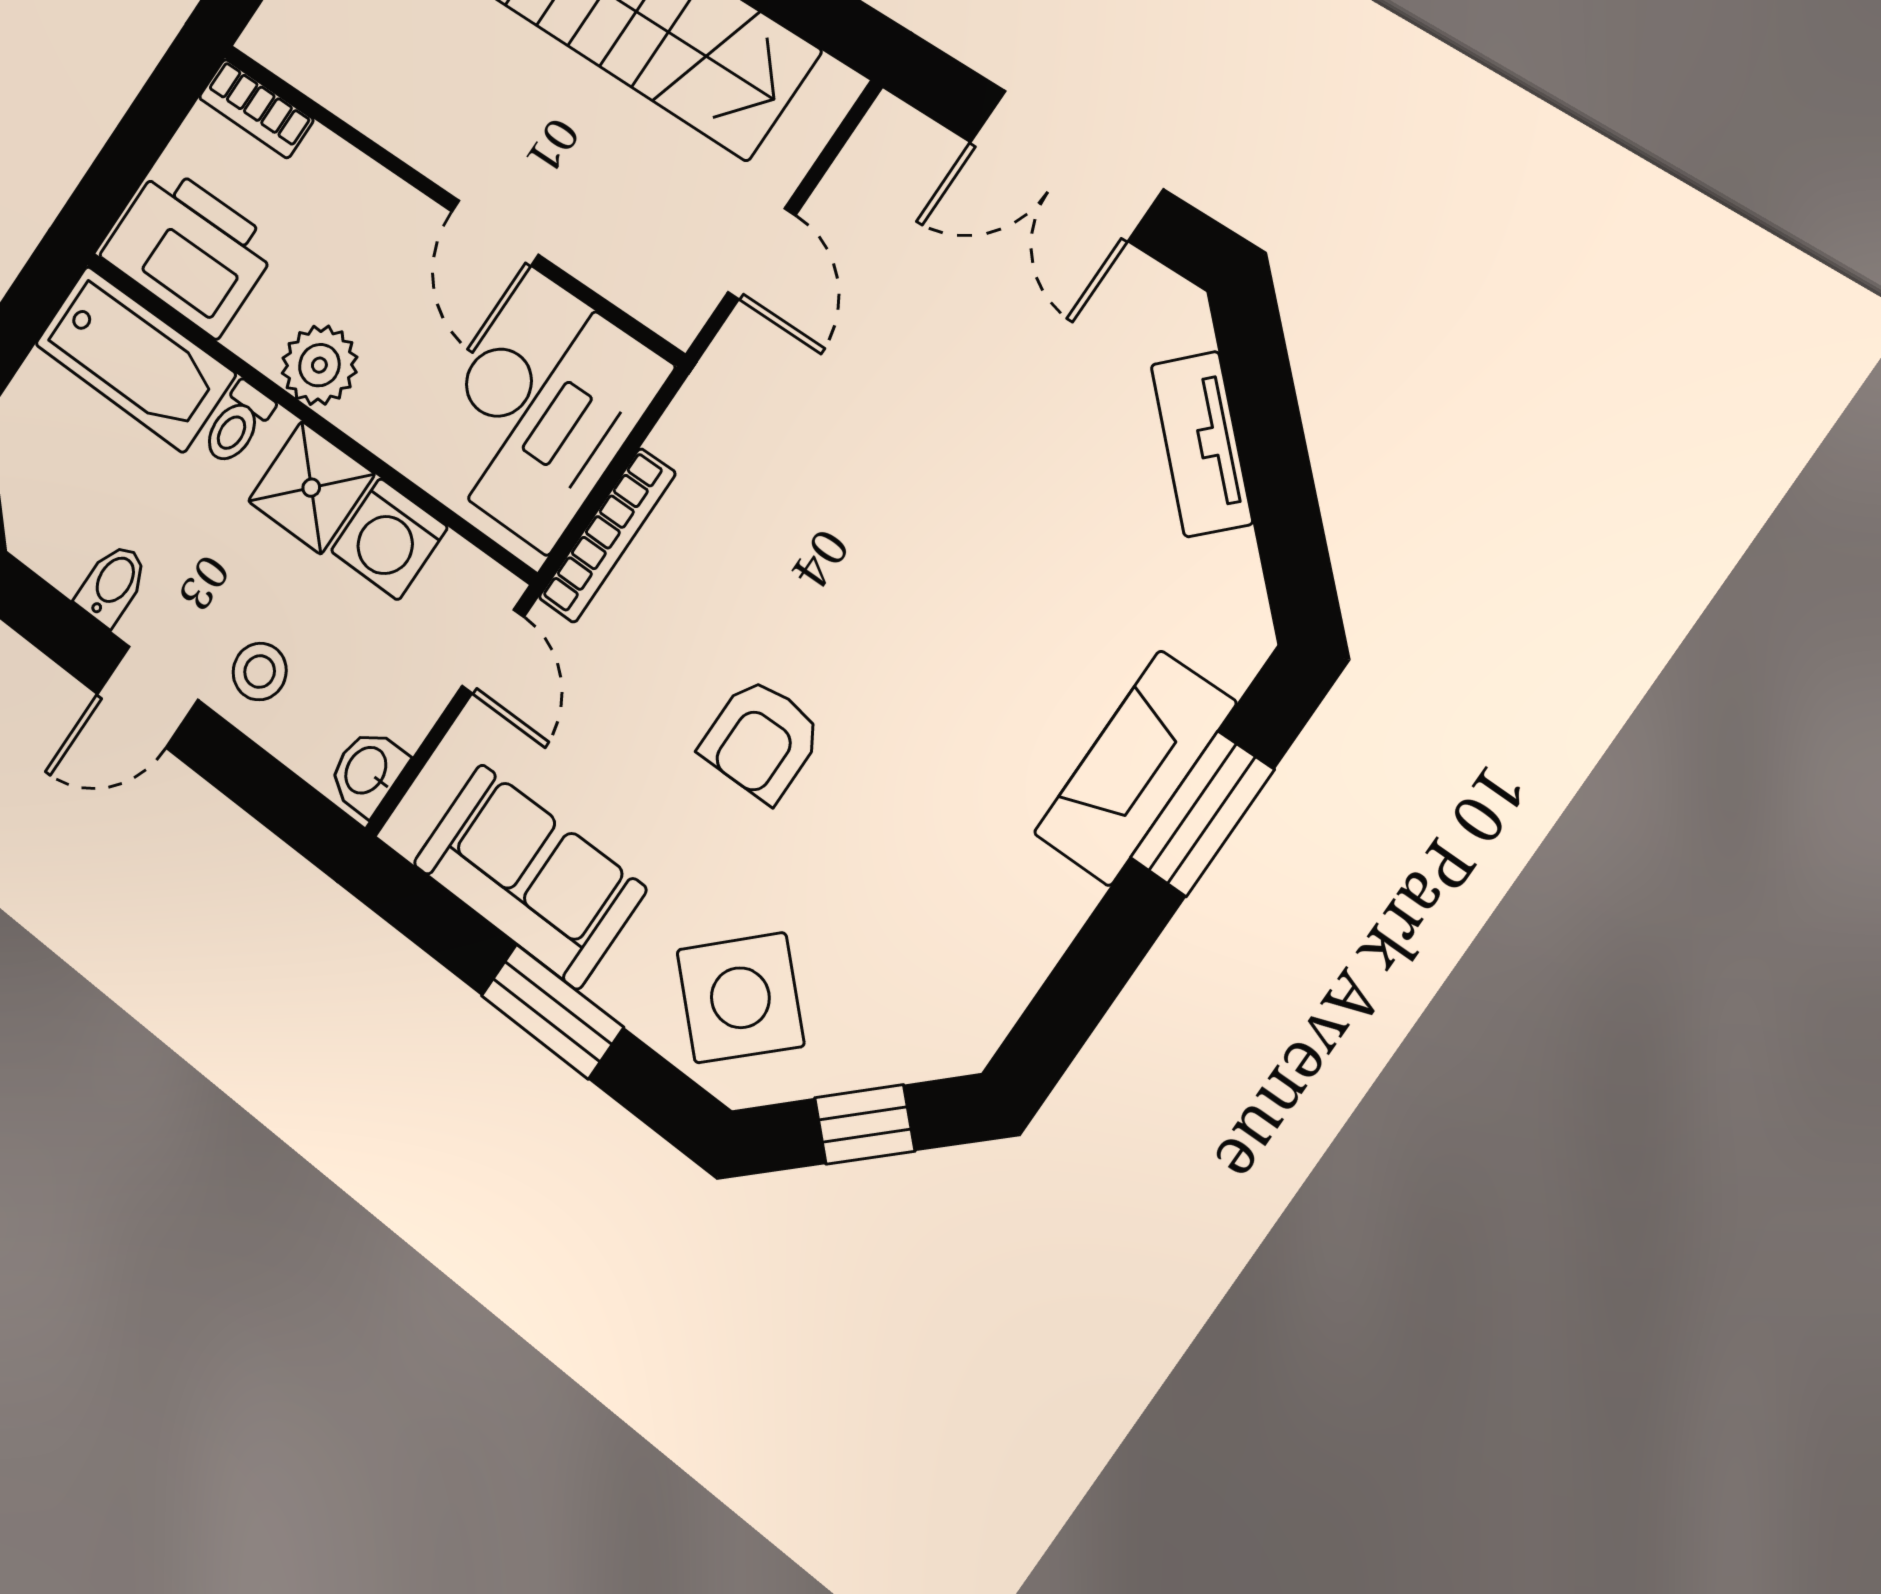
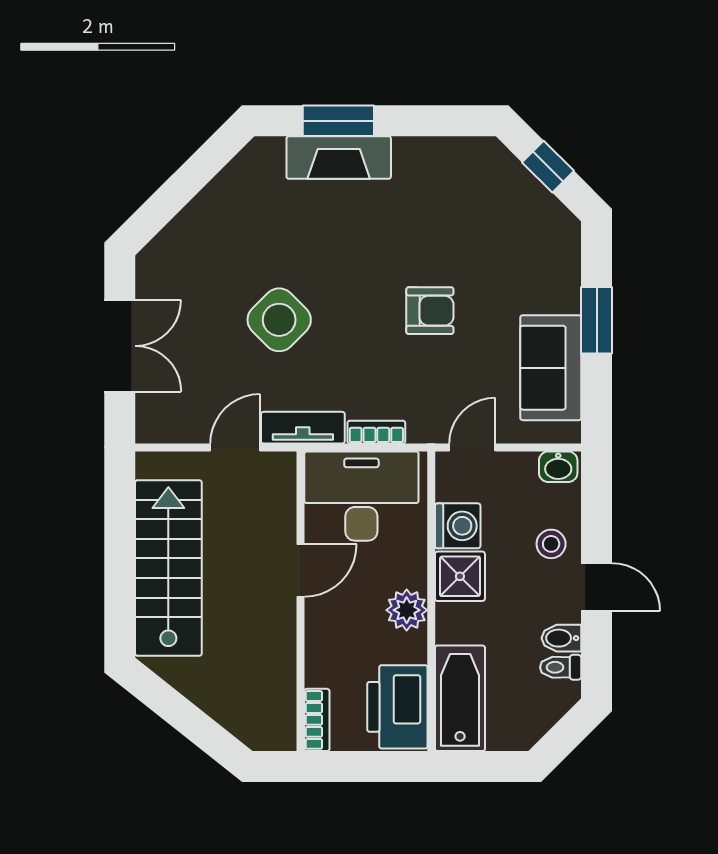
toilet: (238, 423) -> (561, 667), moved, turned 180
tv unit: (1202, 444) -> (303, 428), moved, turned -135
bookcase: (607, 535) -> (376, 432), width x0.64
side table: (740, 998) -> (279, 320), moved

